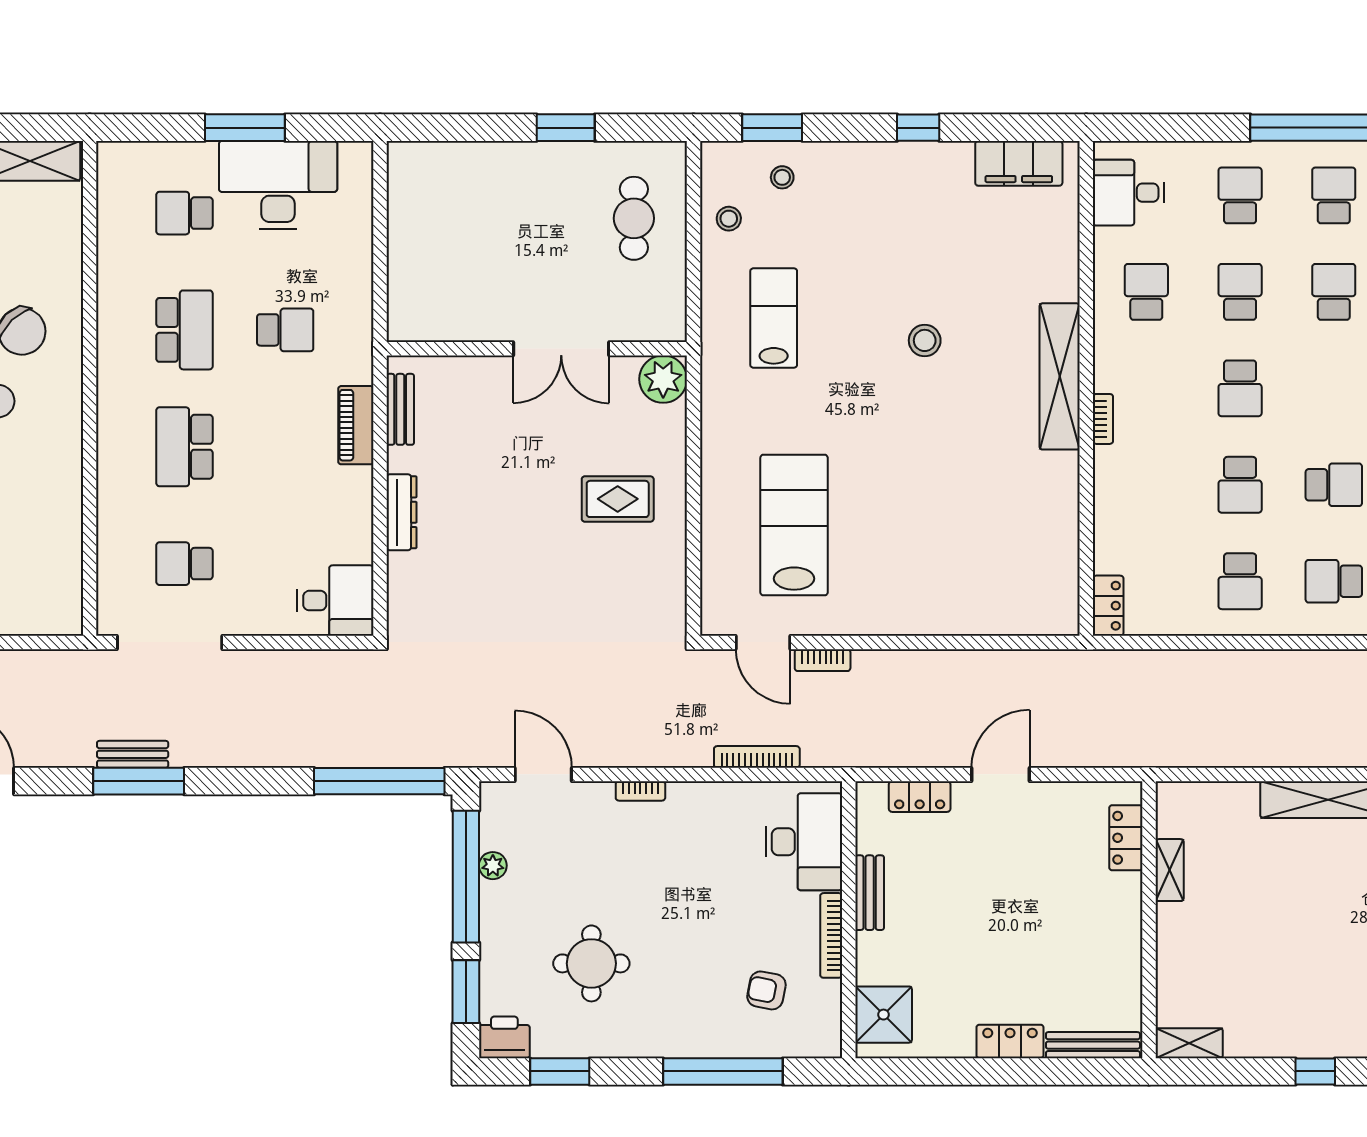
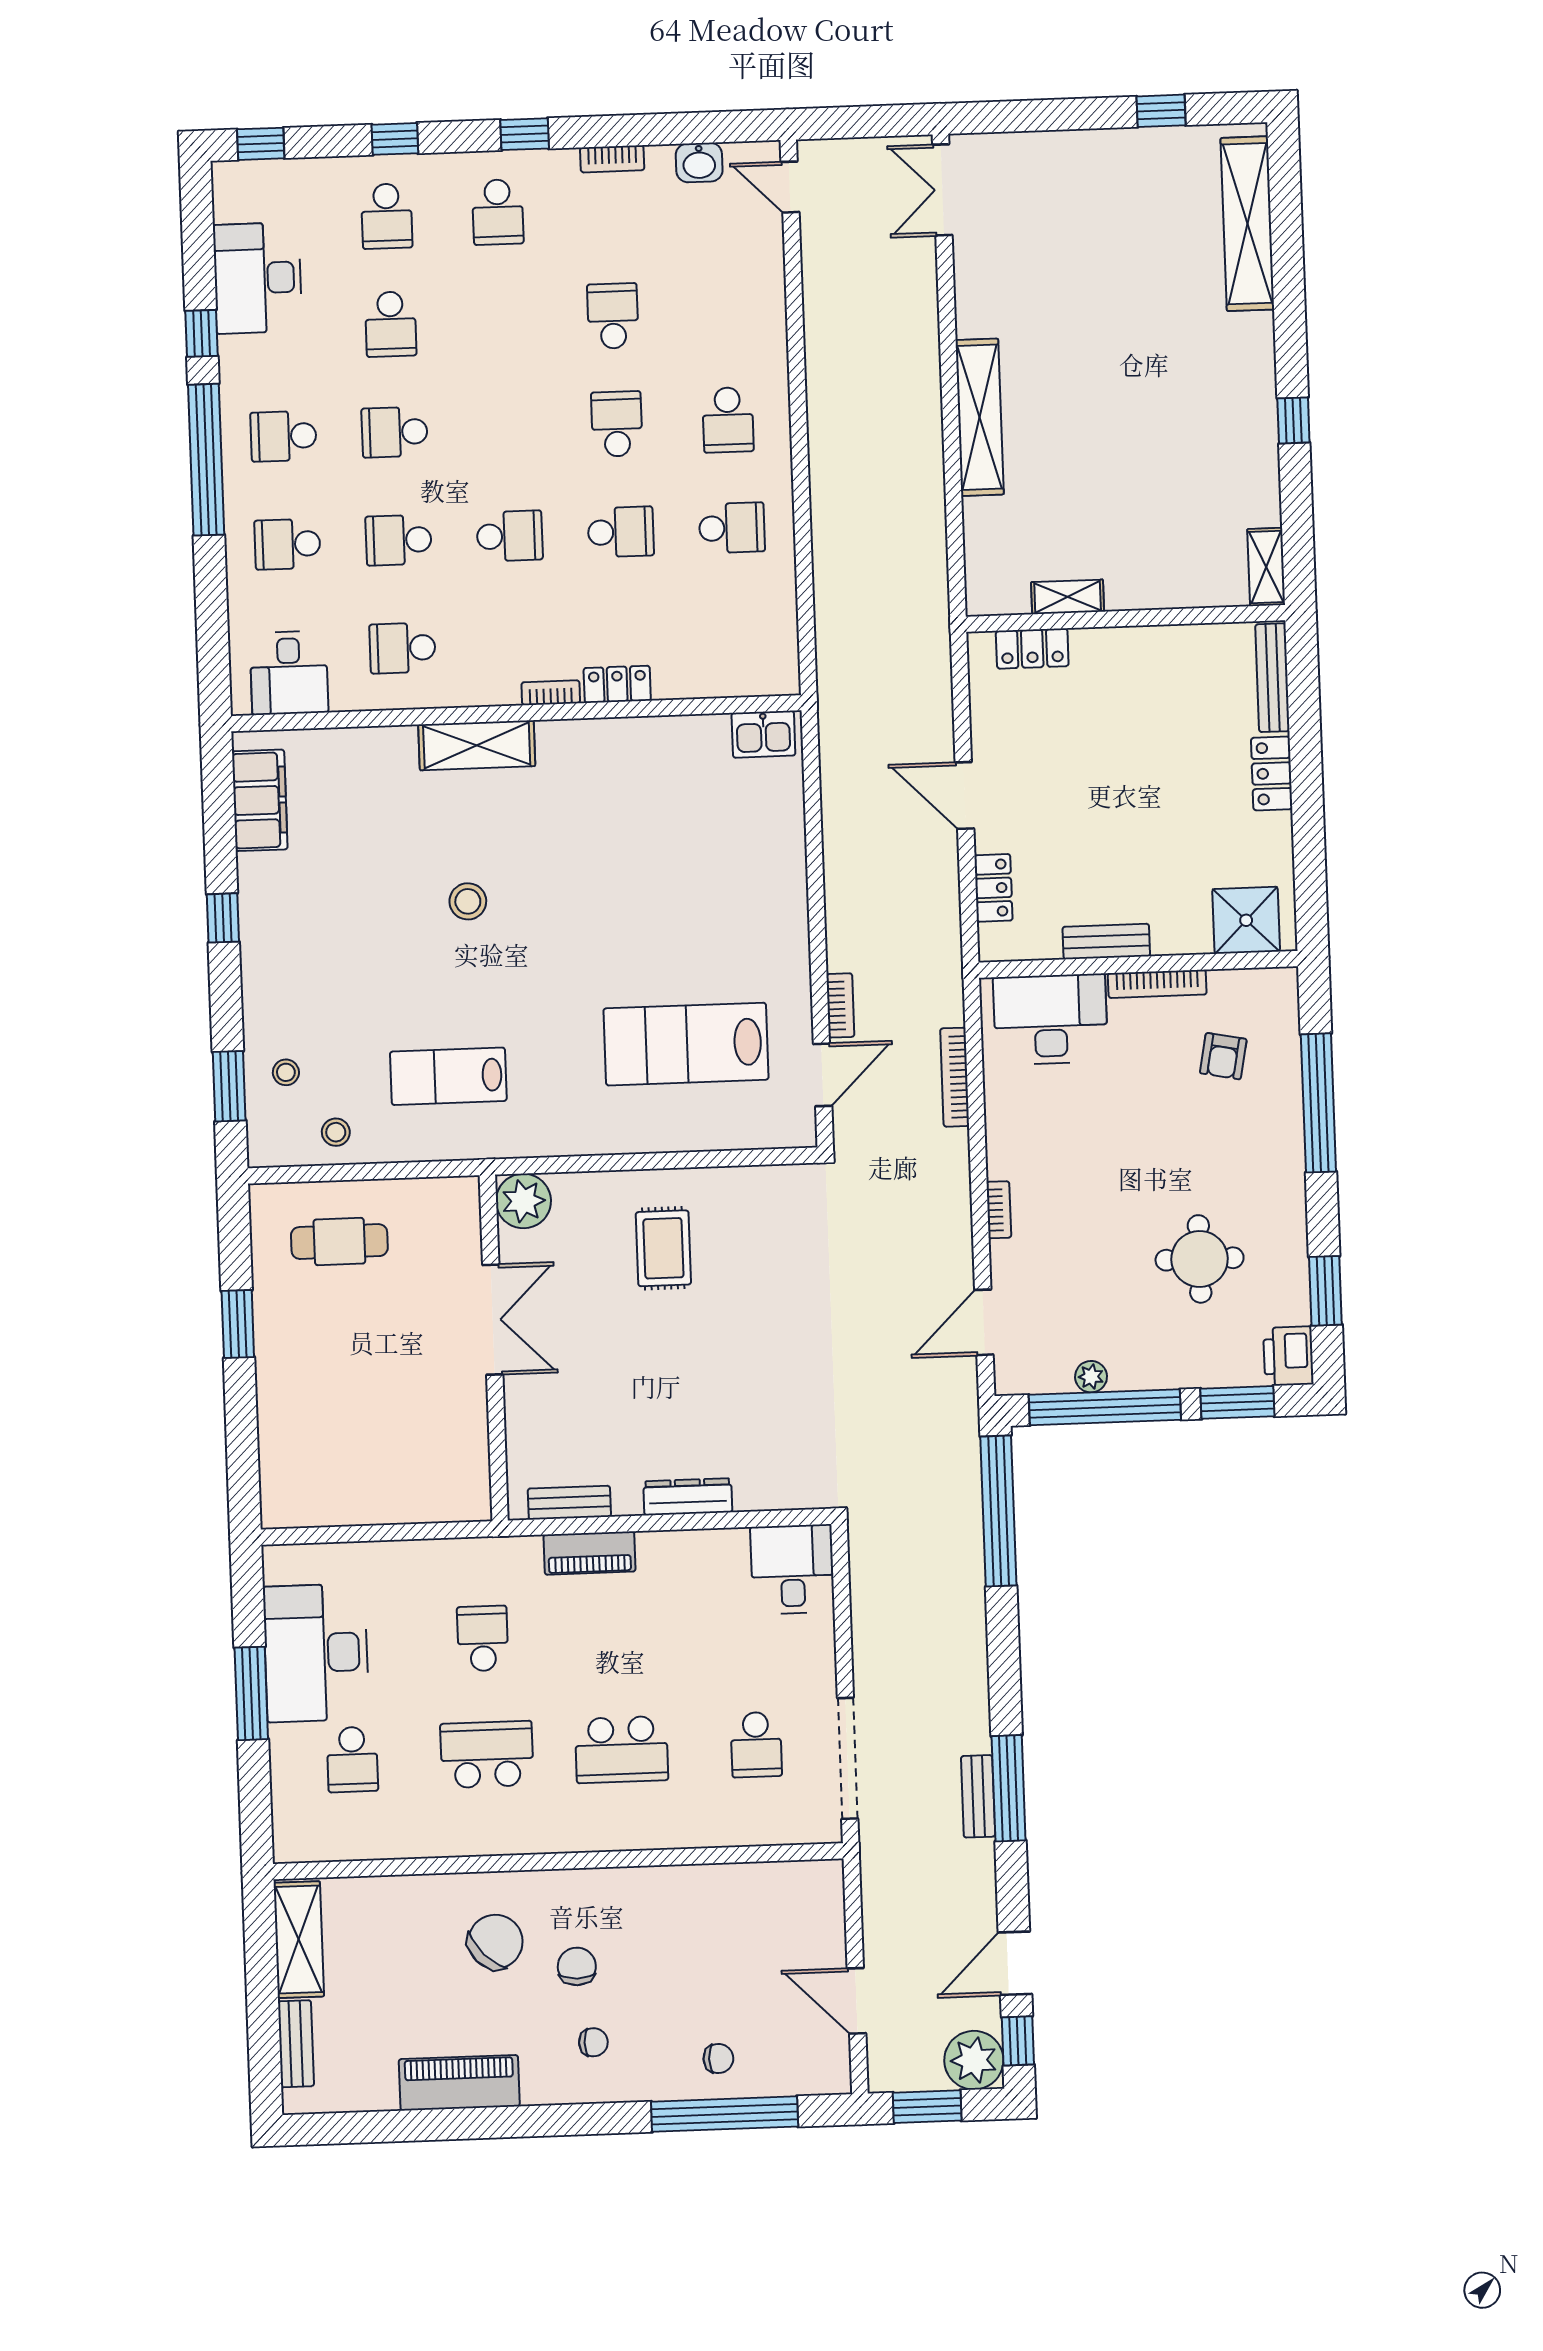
shelving: (1060, 376) -> (477, 745), width x0.68
kitchen sink: (1060, 602) -> (763, 734), added
locker: (1108, 606) -> (617, 684), moved

